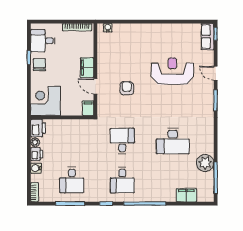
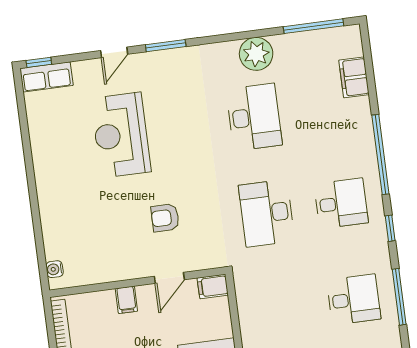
filing cabinet: (87, 68) -> (126, 300), width x0.50
desk: (122, 141) -> (267, 213), width x1.37
plant: (205, 163) -> (256, 54), moved

